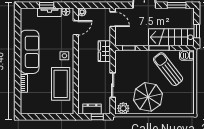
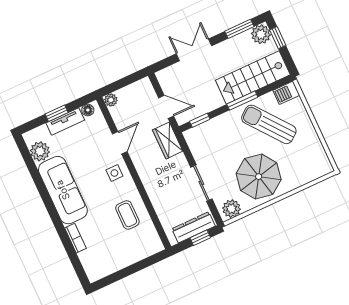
plant: (188, 14) -> (261, 34), added
door: (113, 19) -> (166, 107), moved
plant: (27, 23) -> (40, 151), added
door: (76, 28) -> (120, 143), moved
window: (197, 31) -> (278, 38), moved
coffee table: (61, 84) -> (127, 215), width x0.54, depth x0.58
dresser: (92, 109) -> (194, 227), width x1.44

